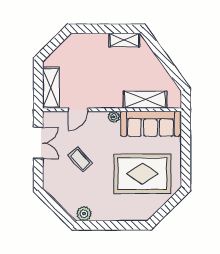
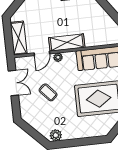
shelving: (145, 100) -> (67, 42), moved
plant: (114, 117) -> (58, 57), moved

